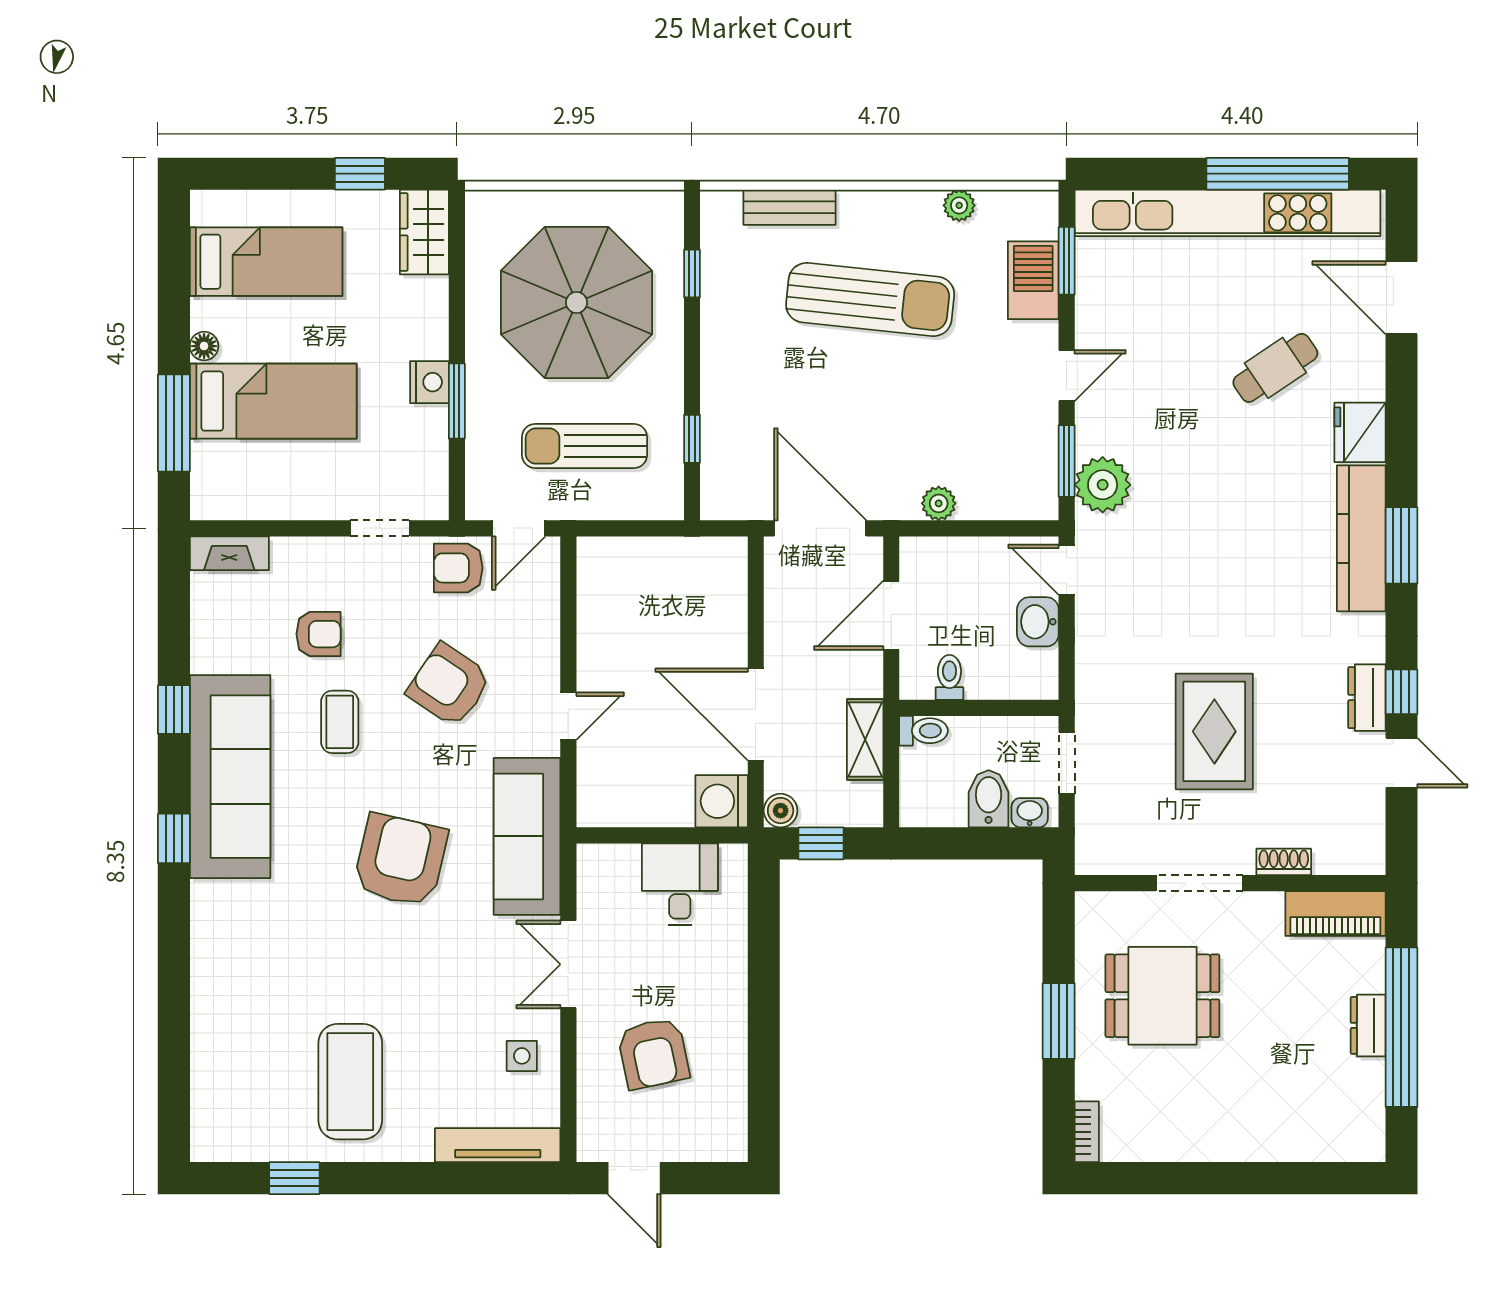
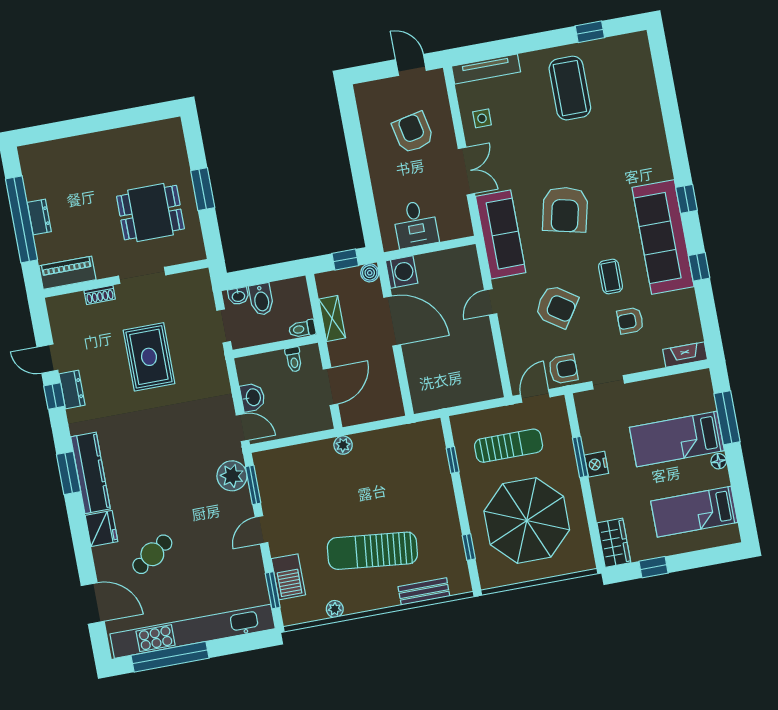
plant: (939, 503) -> (343, 445), moved
door: (820, 528) -> (376, 425), removed
bookcase: (1087, 1132) -> (177, 134), removed

